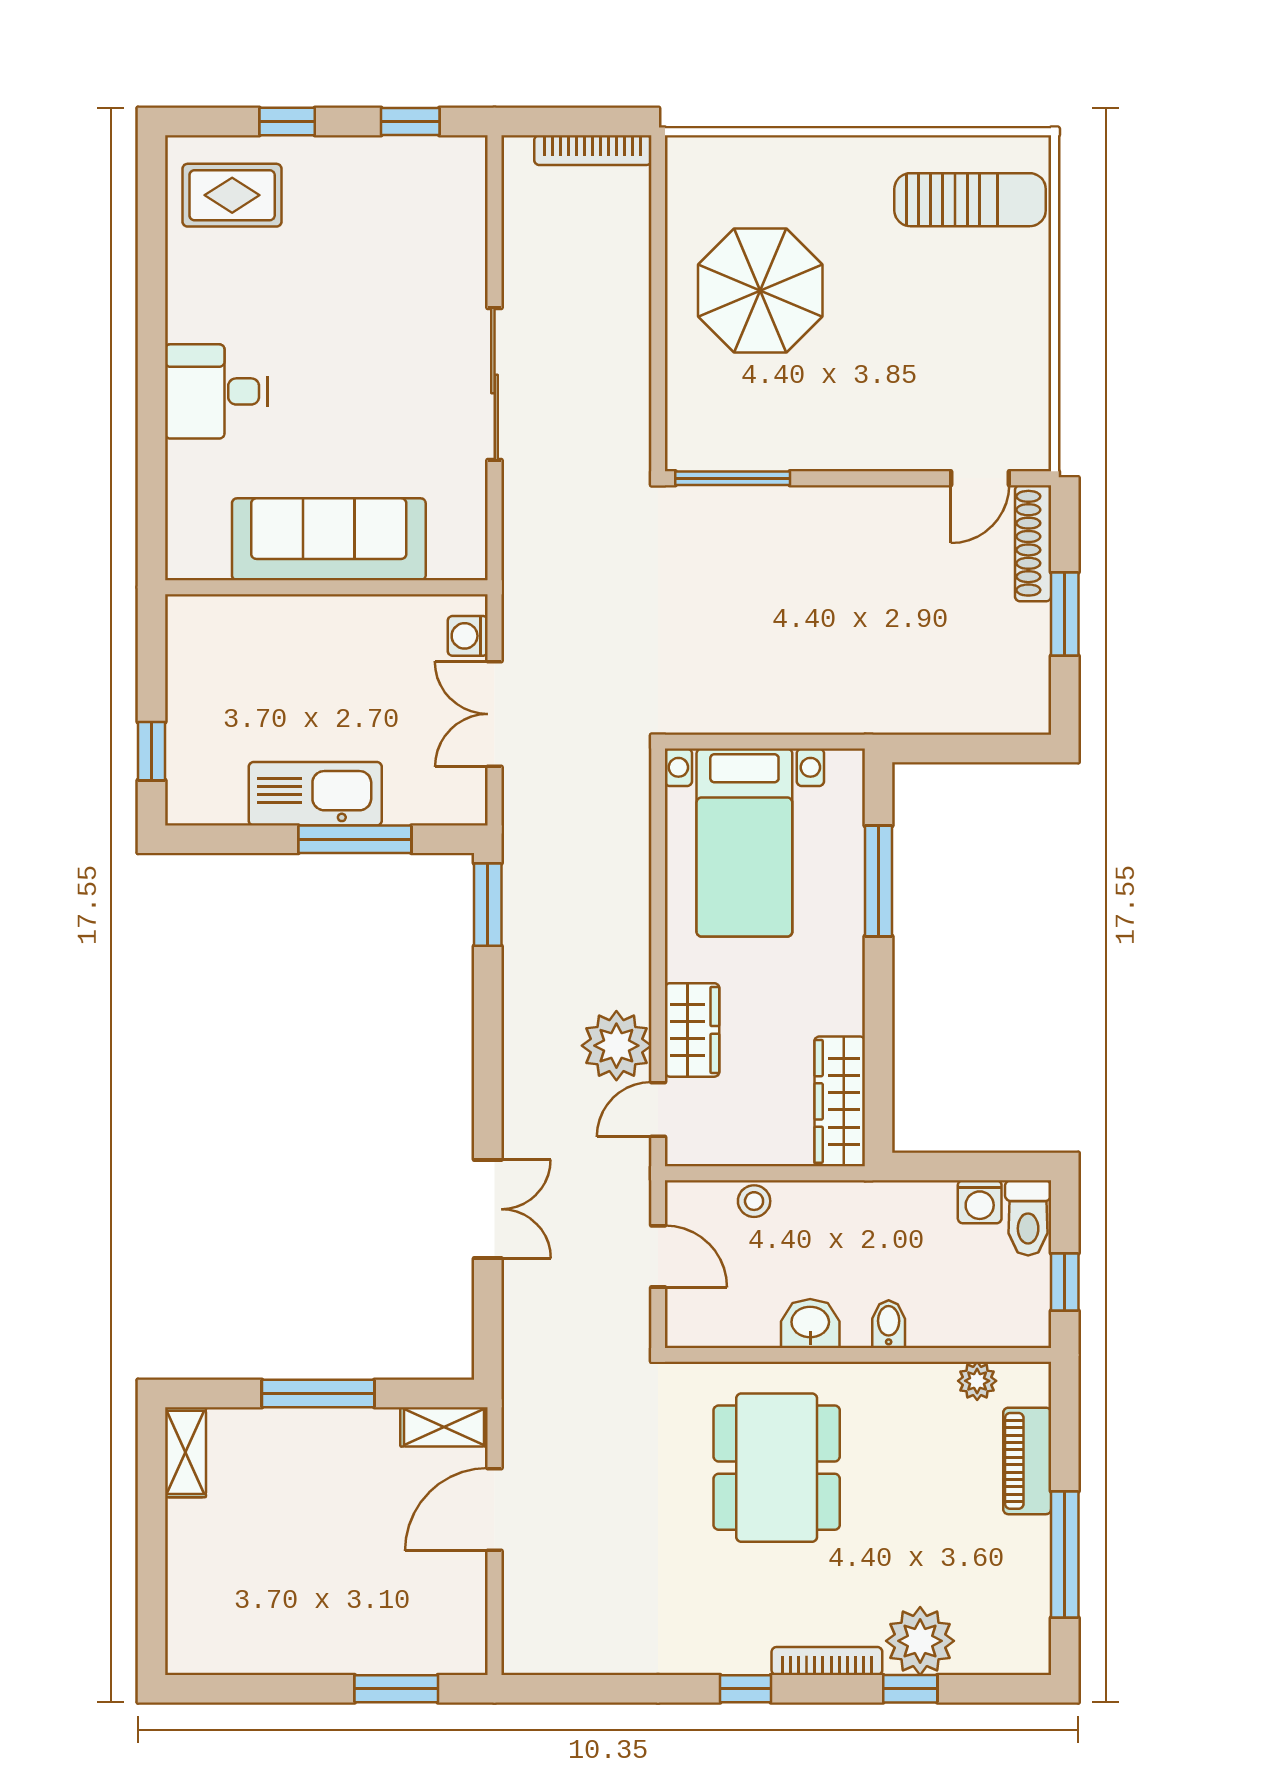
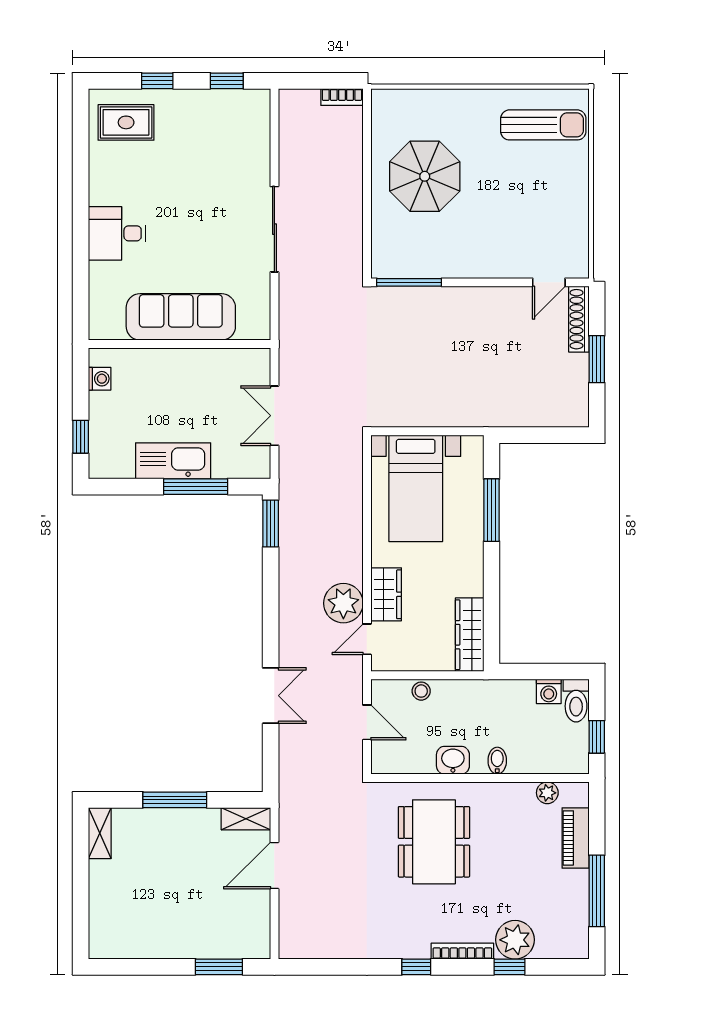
bookcase: (593, 150) -> (342, 97), width x0.64
washing machine: (468, 636) -> (100, 379), moved, turned 180

